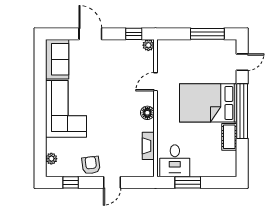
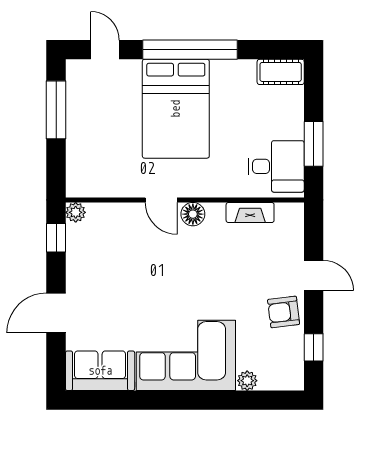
door: (156, 82) -> (161, 200), moved
cot: (229, 137) -> (281, 72), moved
plant: (51, 159) -> (247, 381), moved

